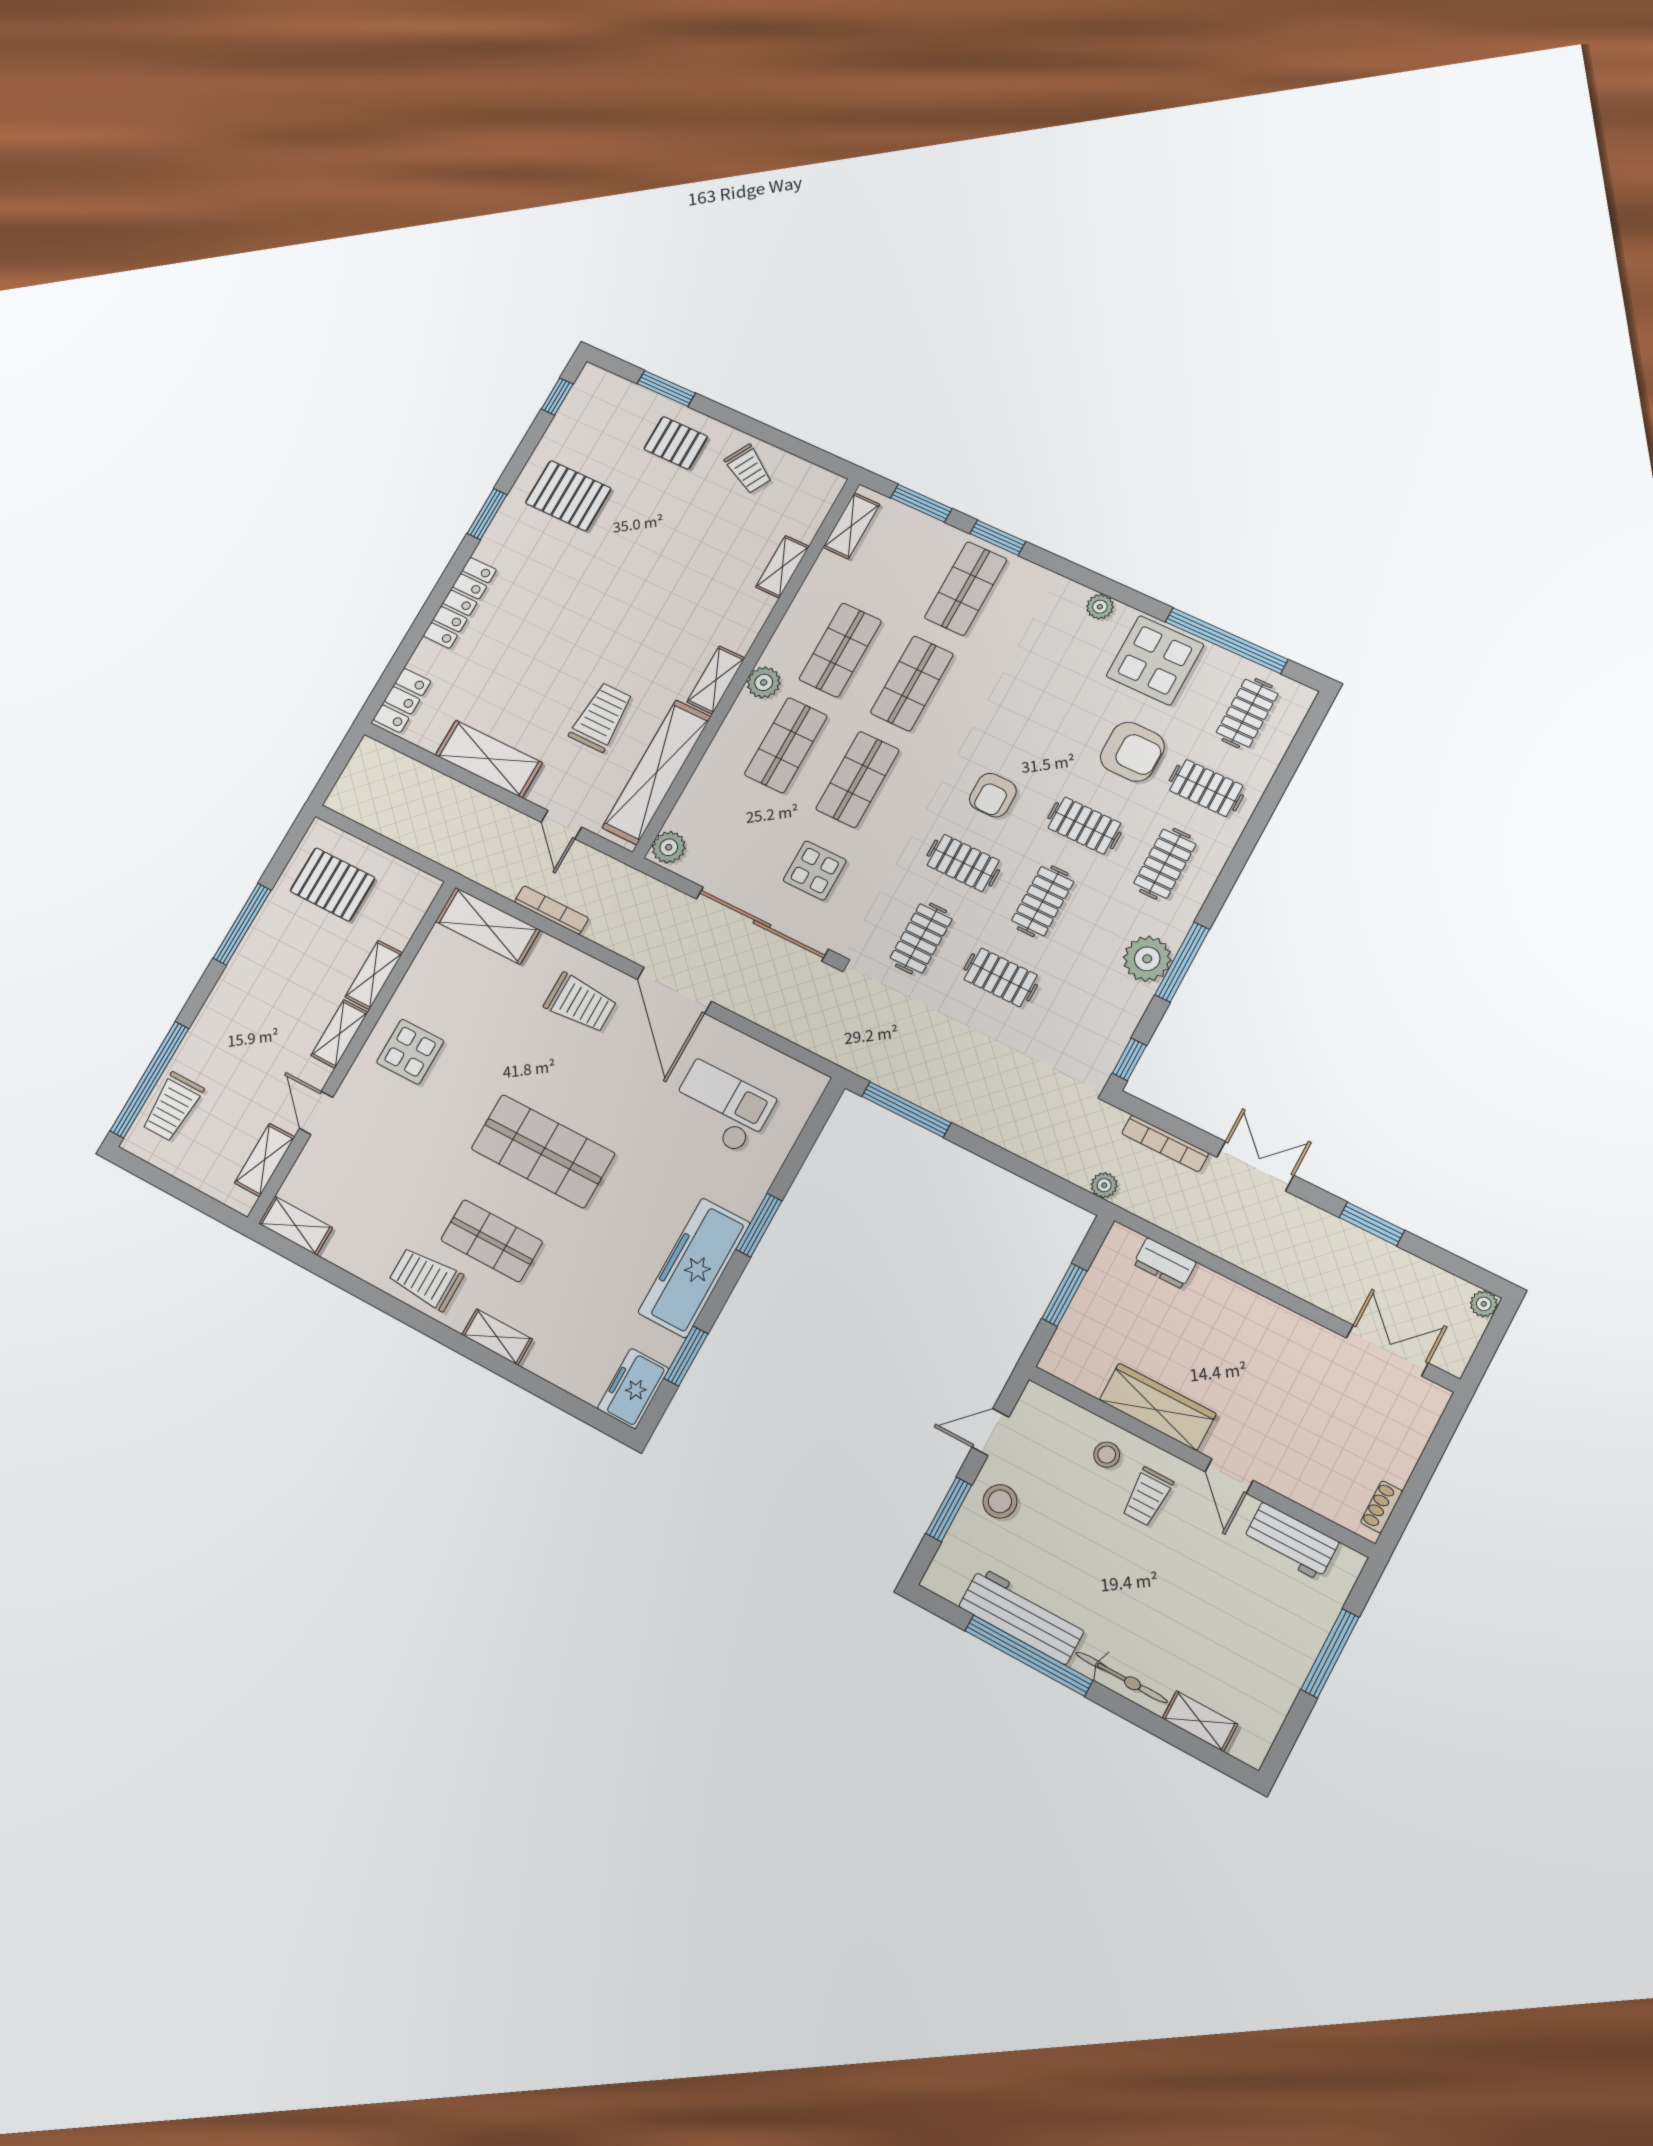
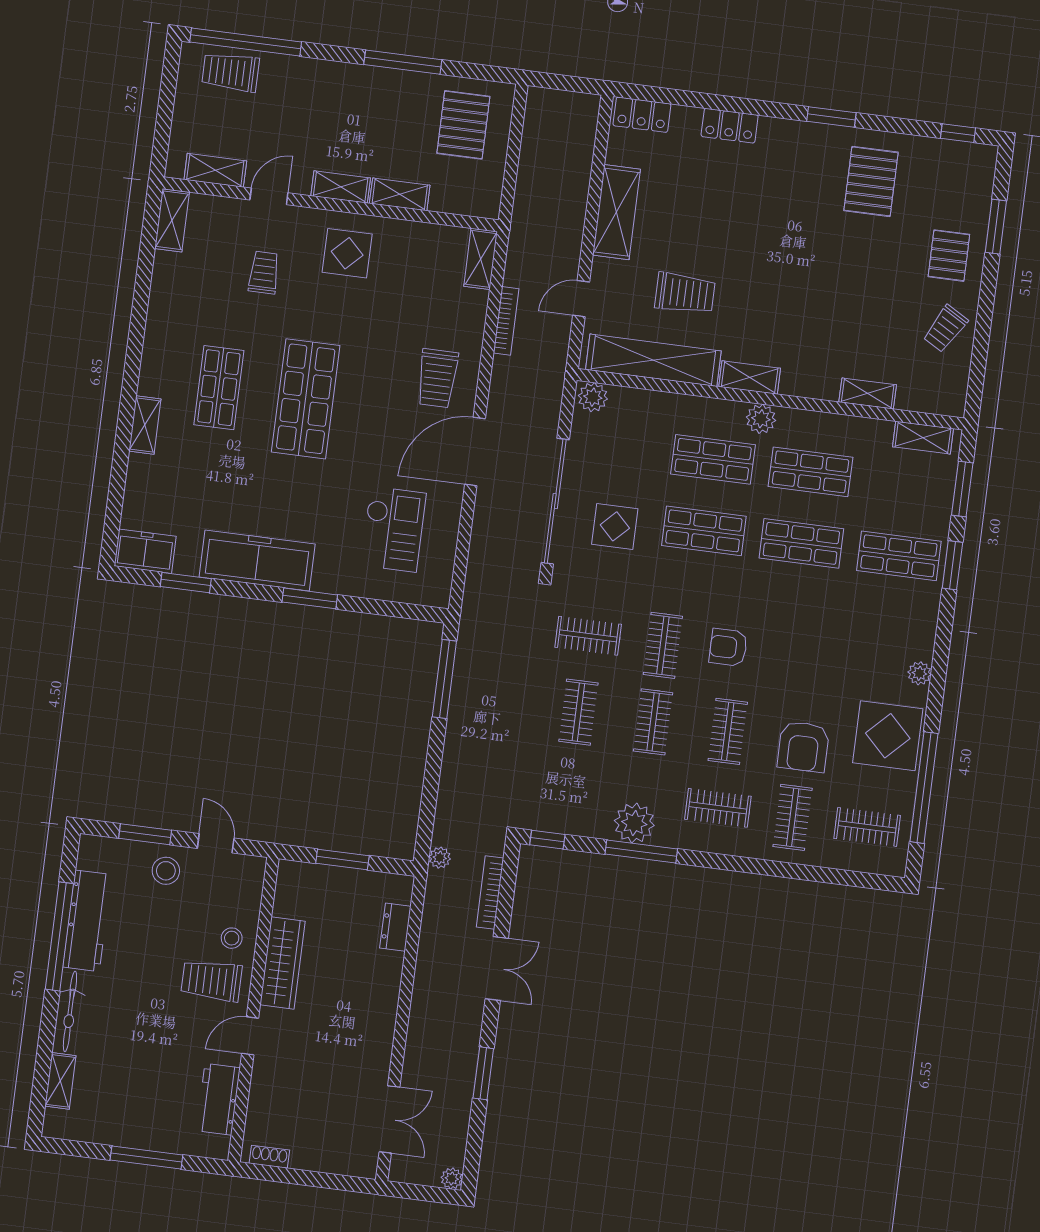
locker: (460, 603) -> (730, 126), width x0.66
clothes rail: (1043, 901) -> (653, 722), turned 90
shelving: (488, 926) -> (481, 259), width x0.67, depth x0.75
trolley: (426, 1279) -> (264, 273), moved, width x0.73, depth x0.72
trolley: (1147, 1497) -> (211, 980), width x1.36, depth x1.39

